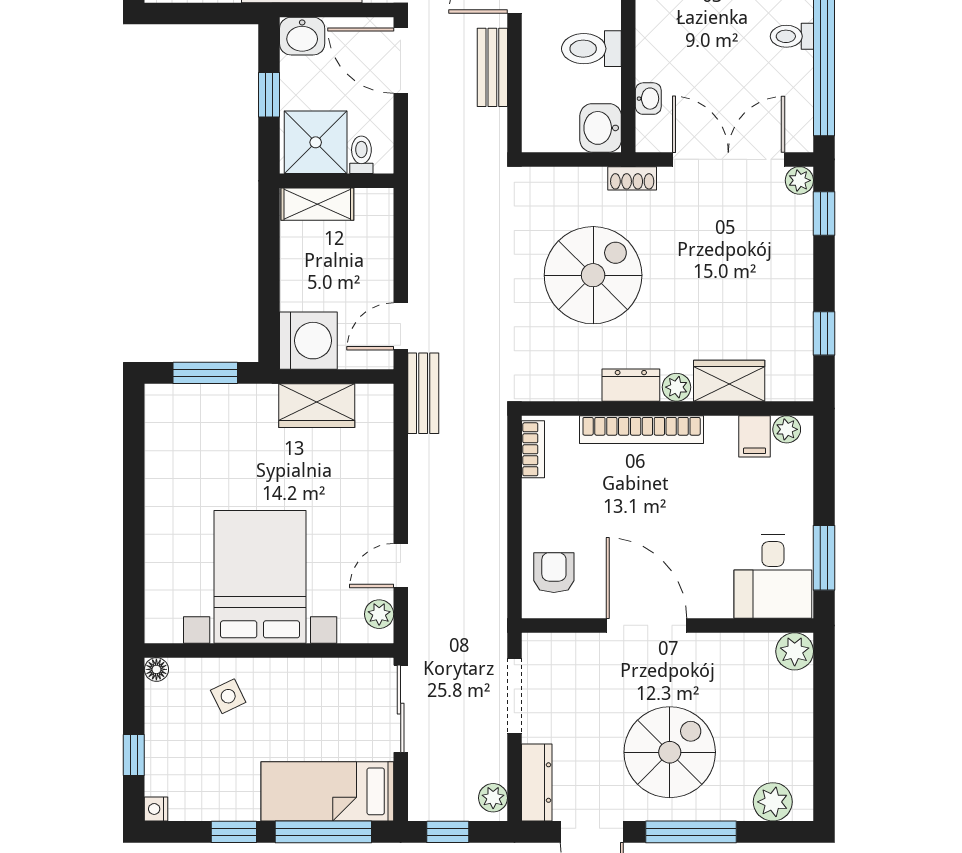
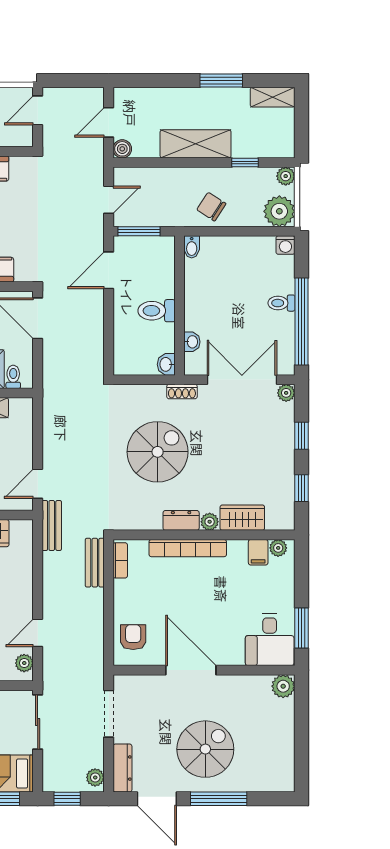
bench: (492, 67) -> (95, 563), moved
washbasin: (601, 128) -> (166, 364), width x0.72, depth x0.69
window: (824, 214) -> (301, 436), moved
plant: (773, 802) -> (270, 780), removed

